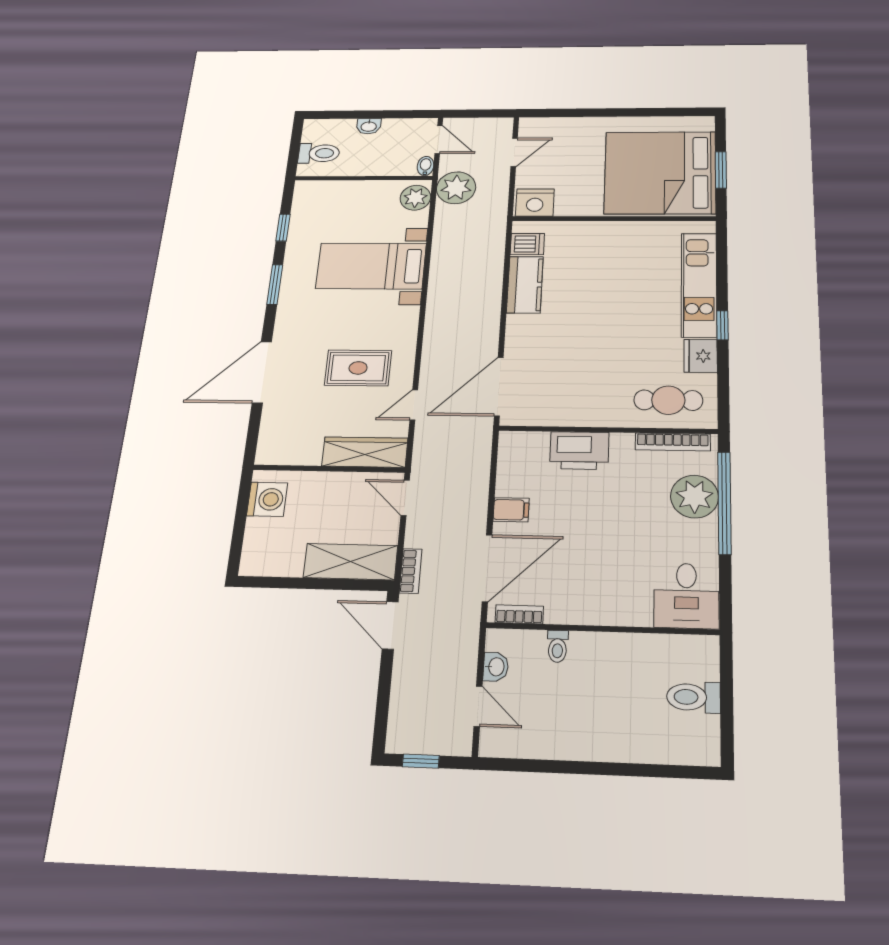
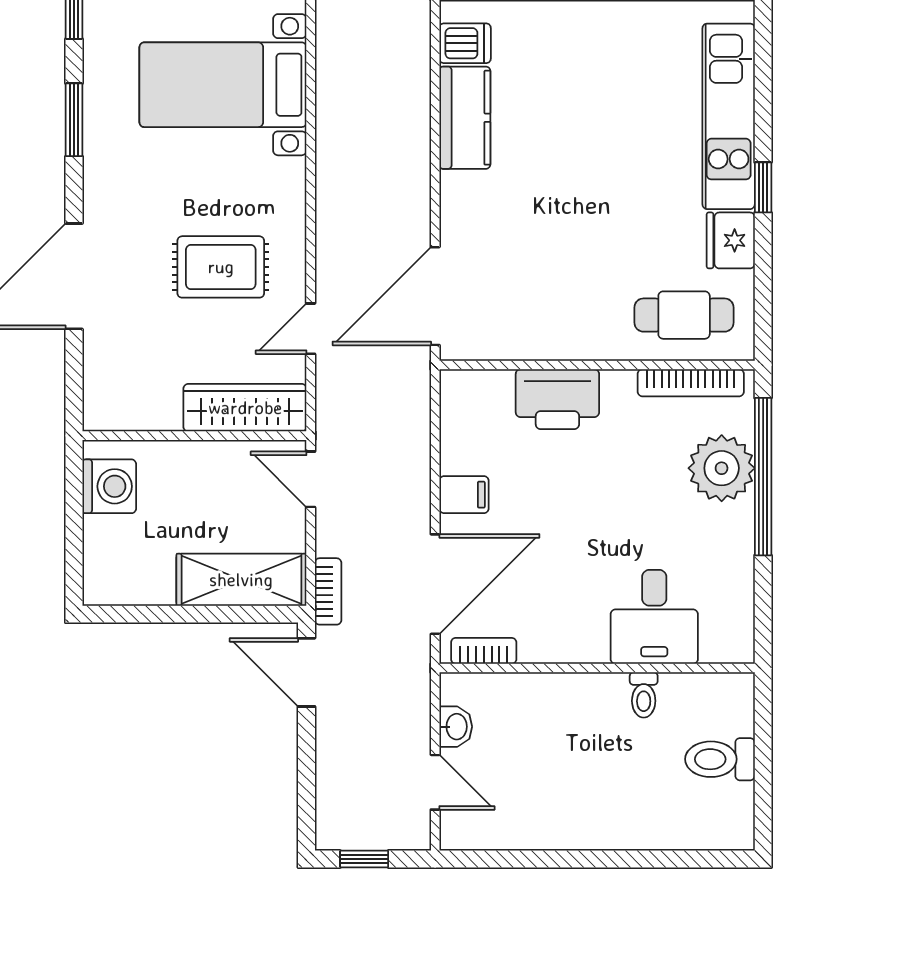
desk: (686, 596) -> (654, 617), moved
toilet: (558, 646) -> (644, 695), moved

